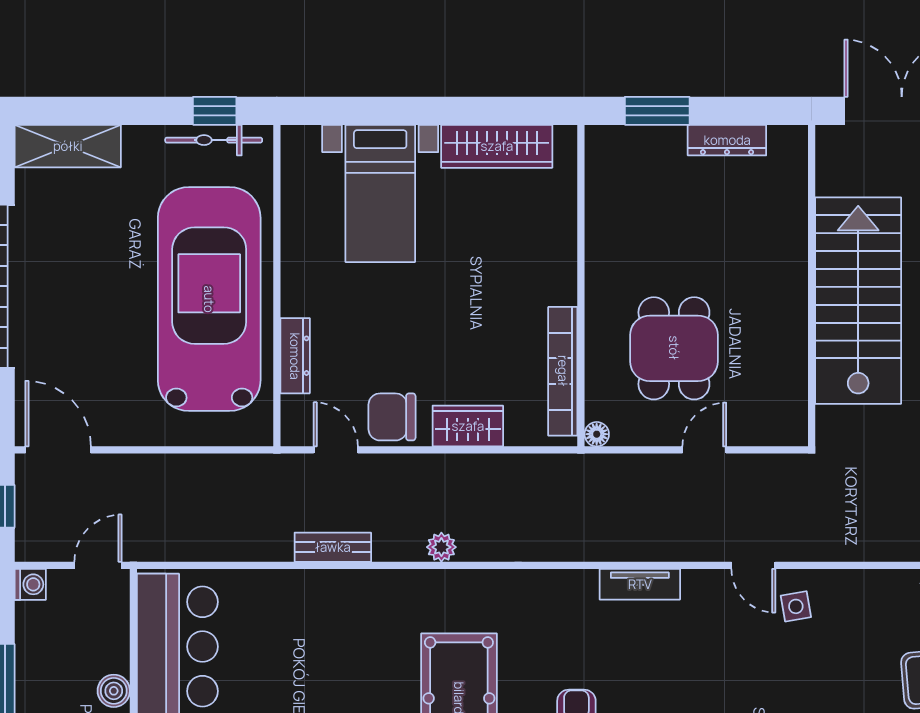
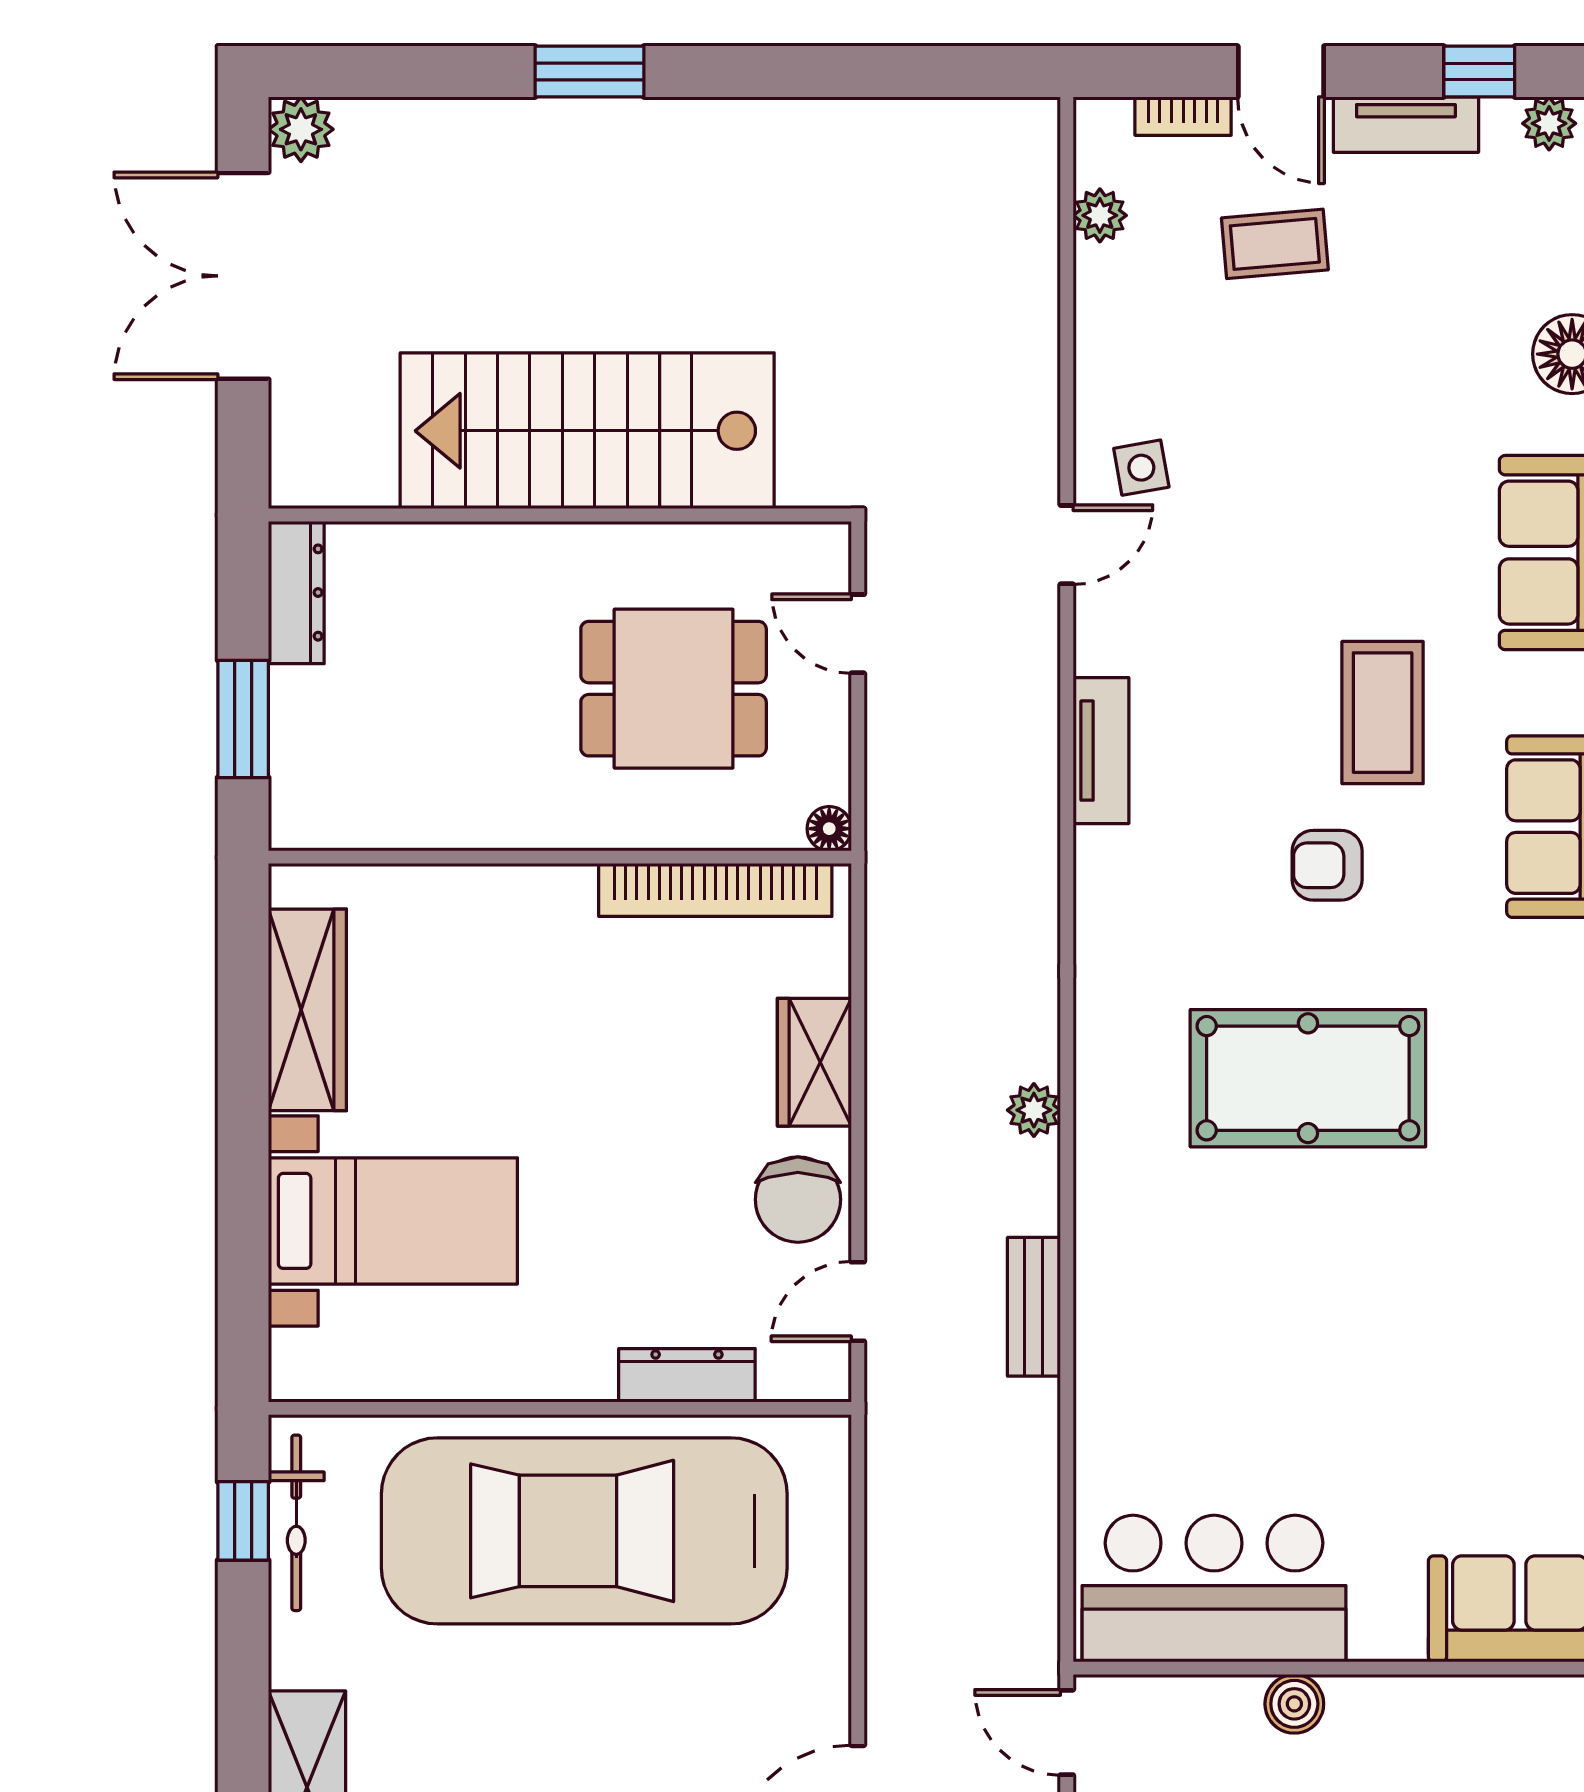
wall: (812, 286) -> (560, 515), moved
stairs: (858, 301) -> (587, 431), moved

